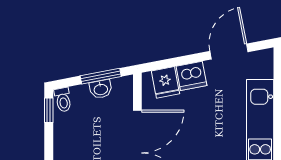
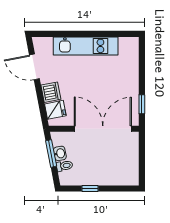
toilet: (63, 100) -> (64, 166), moved
window: (49, 110) -> (90, 189), moved

